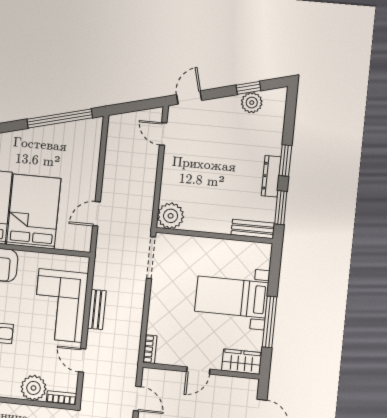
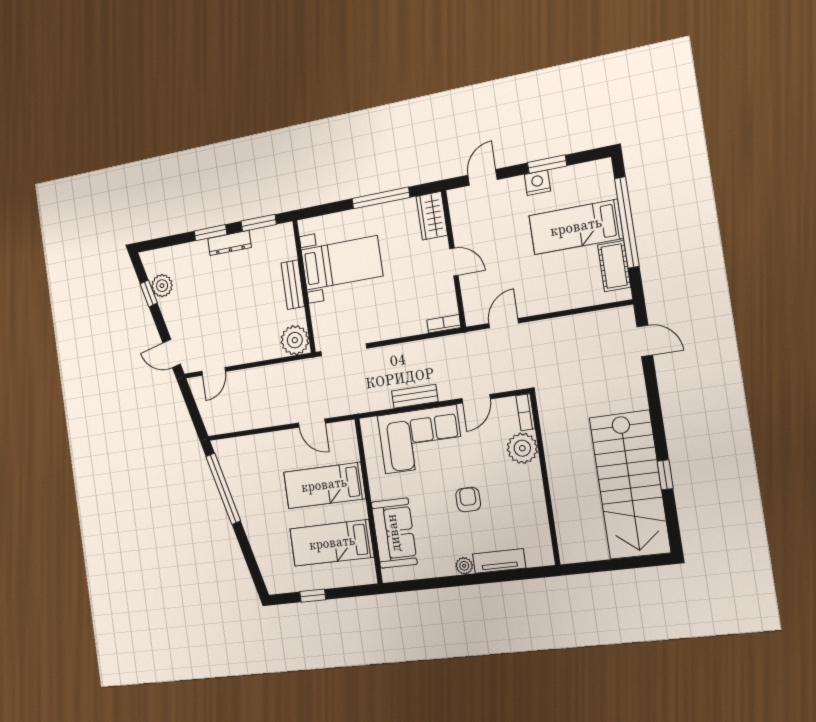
bed: (34, 211) -> (324, 485), width x0.67
bench: (253, 229) -> (293, 285), moved
bed with nightstands: (232, 297) -> (342, 263), moved, turned -90

